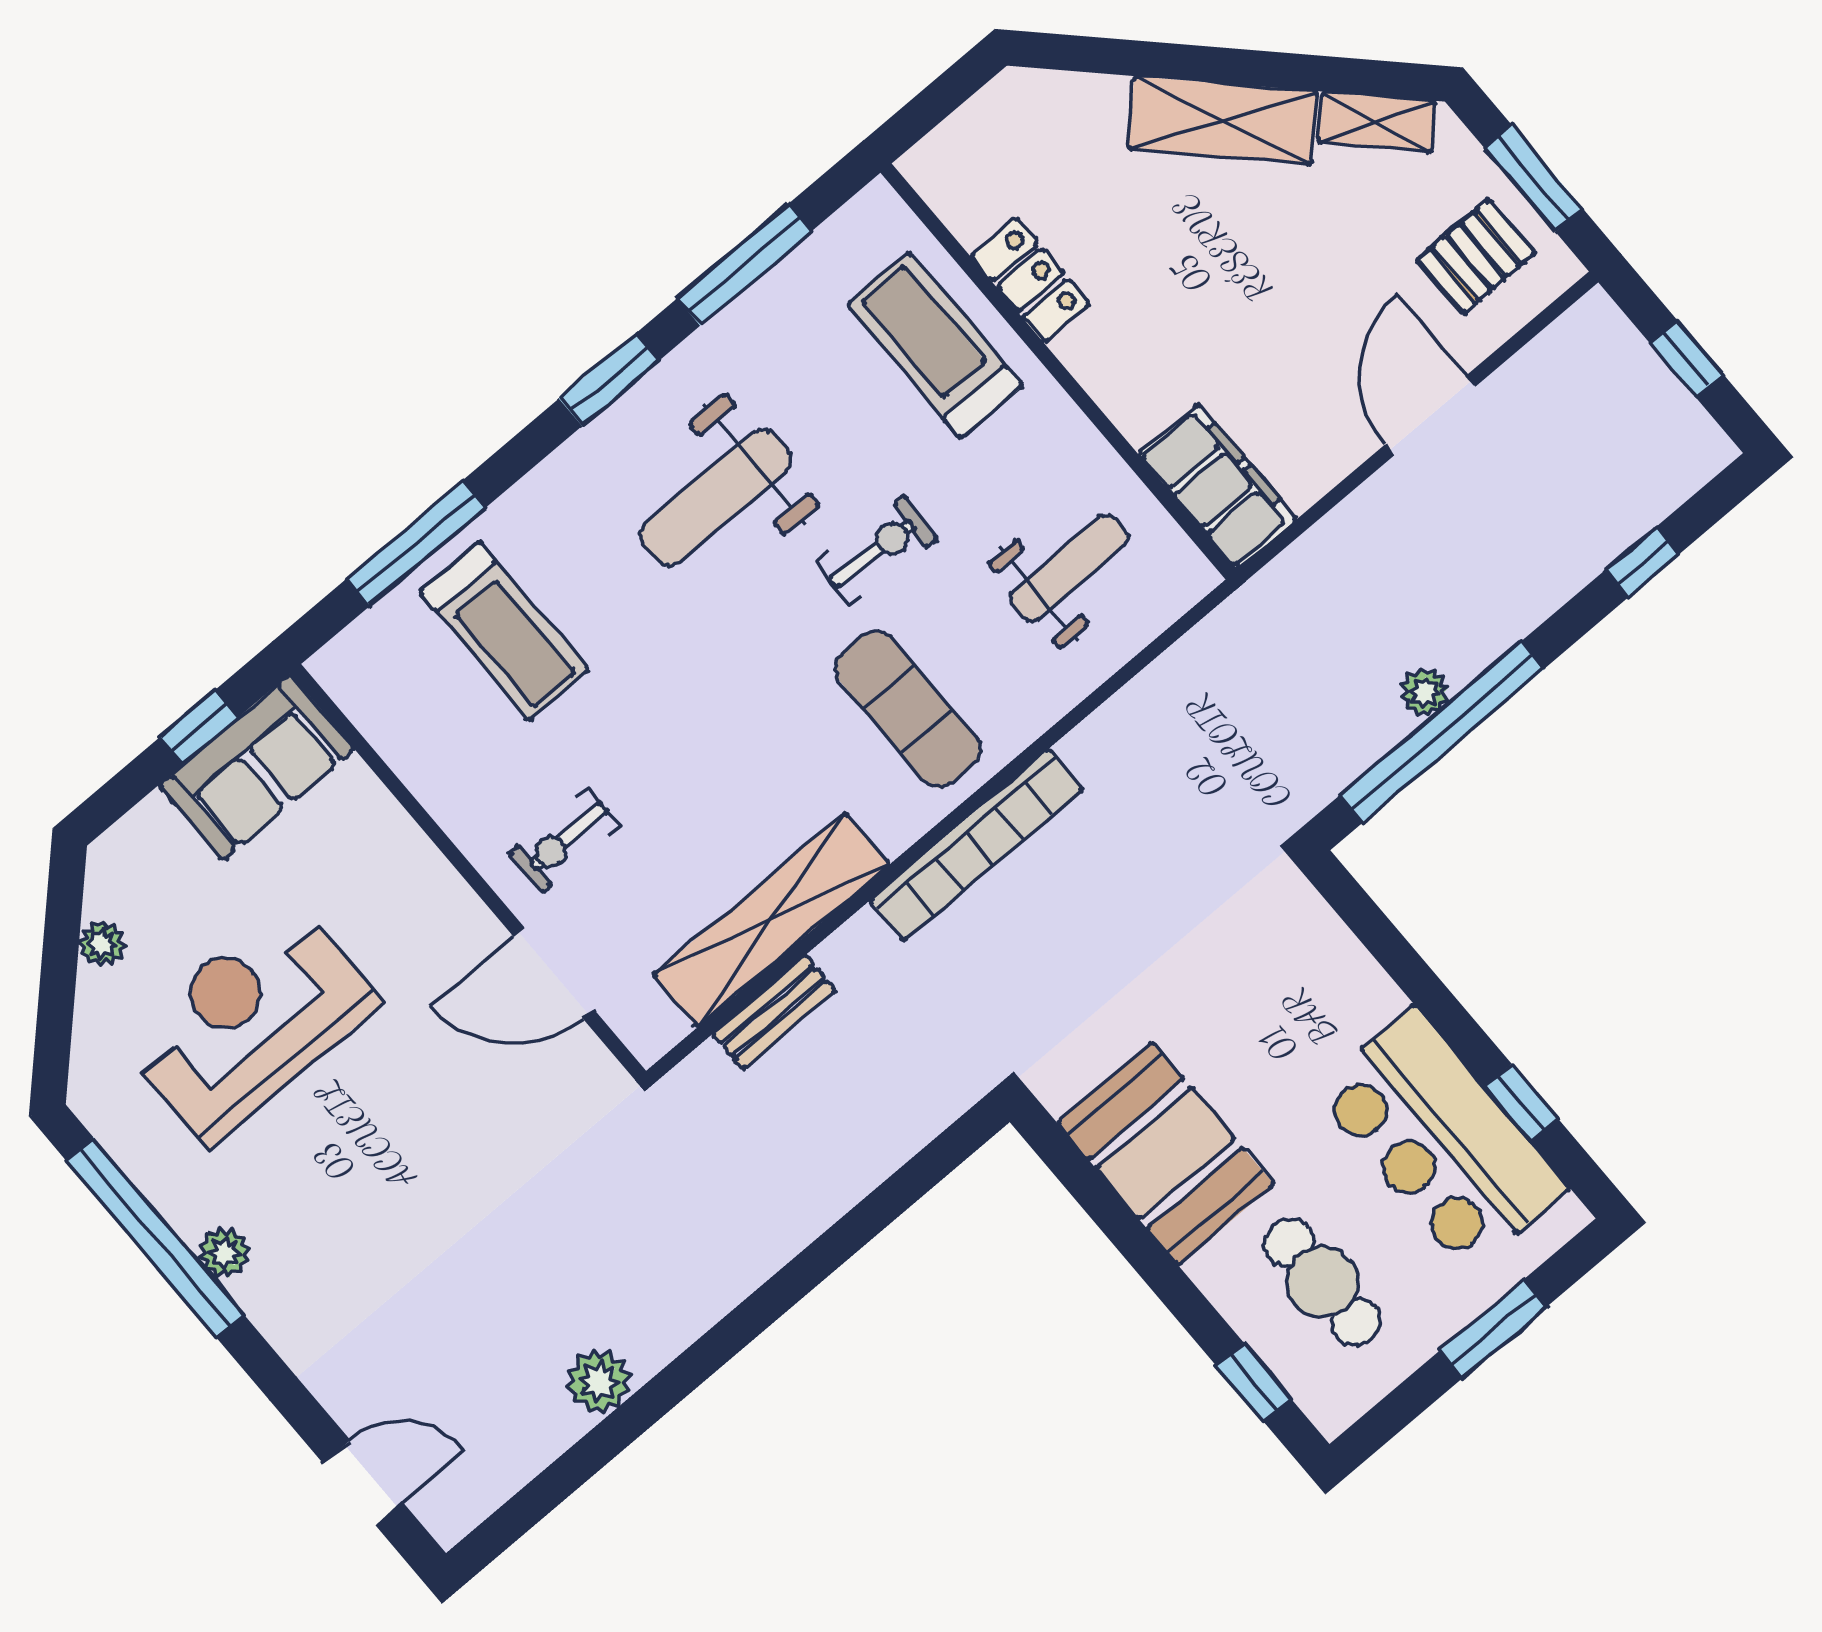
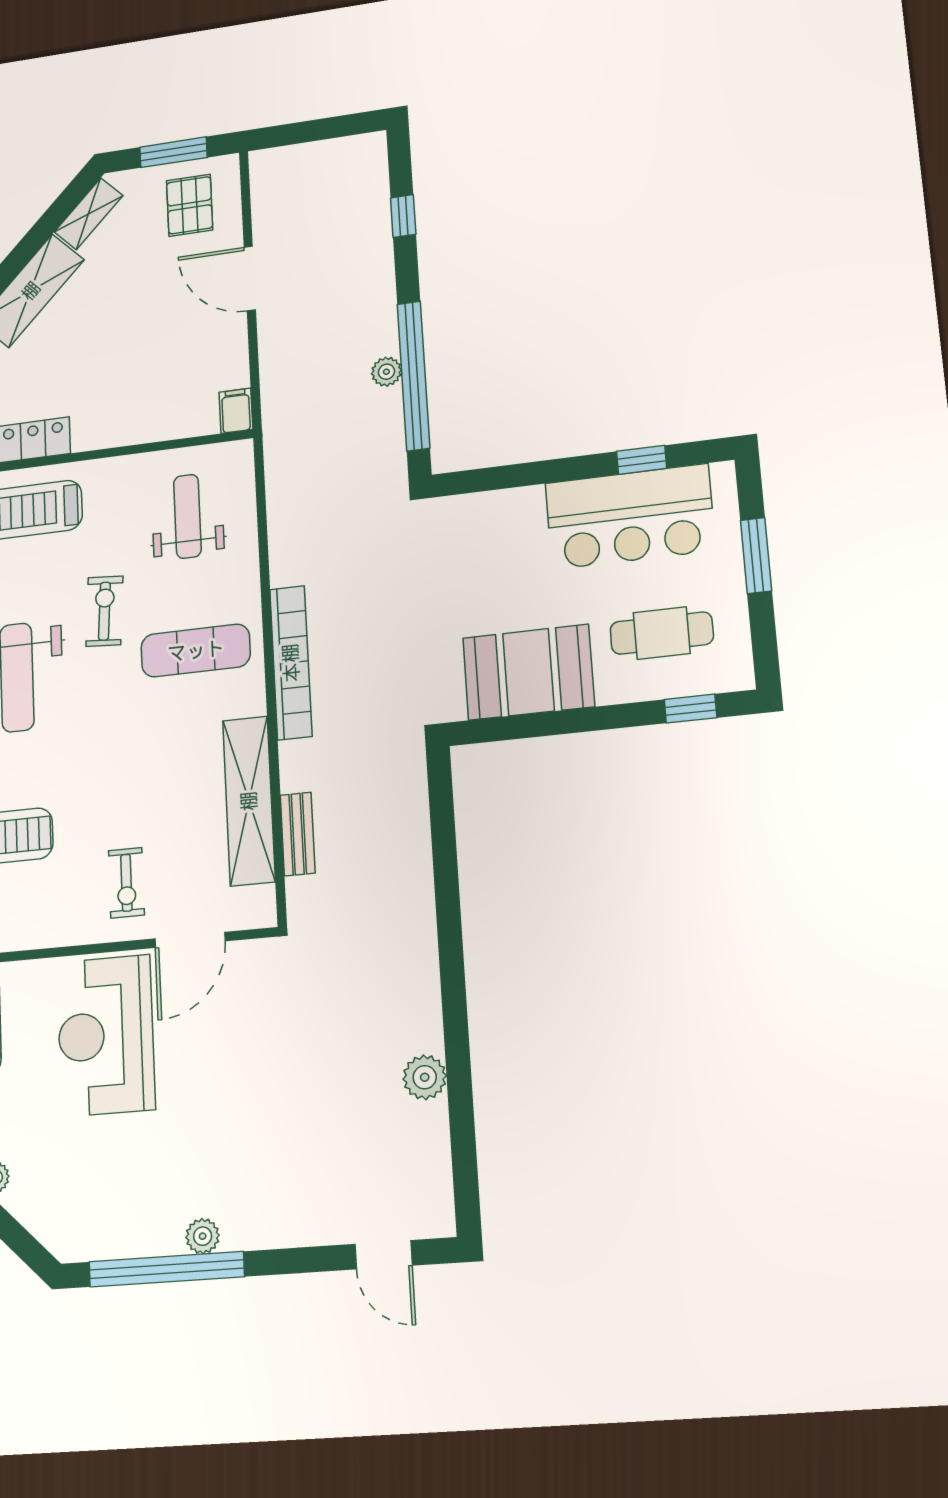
window: (1686, 359) -> (318, 130), removed
filing cabinet: (1217, 487) -> (236, 411), width x0.33, depth x0.86
reception desk: (250, 1022) -> (106, 1035), moved
door: (363, 1483) -> (384, 1255), swing flipped

